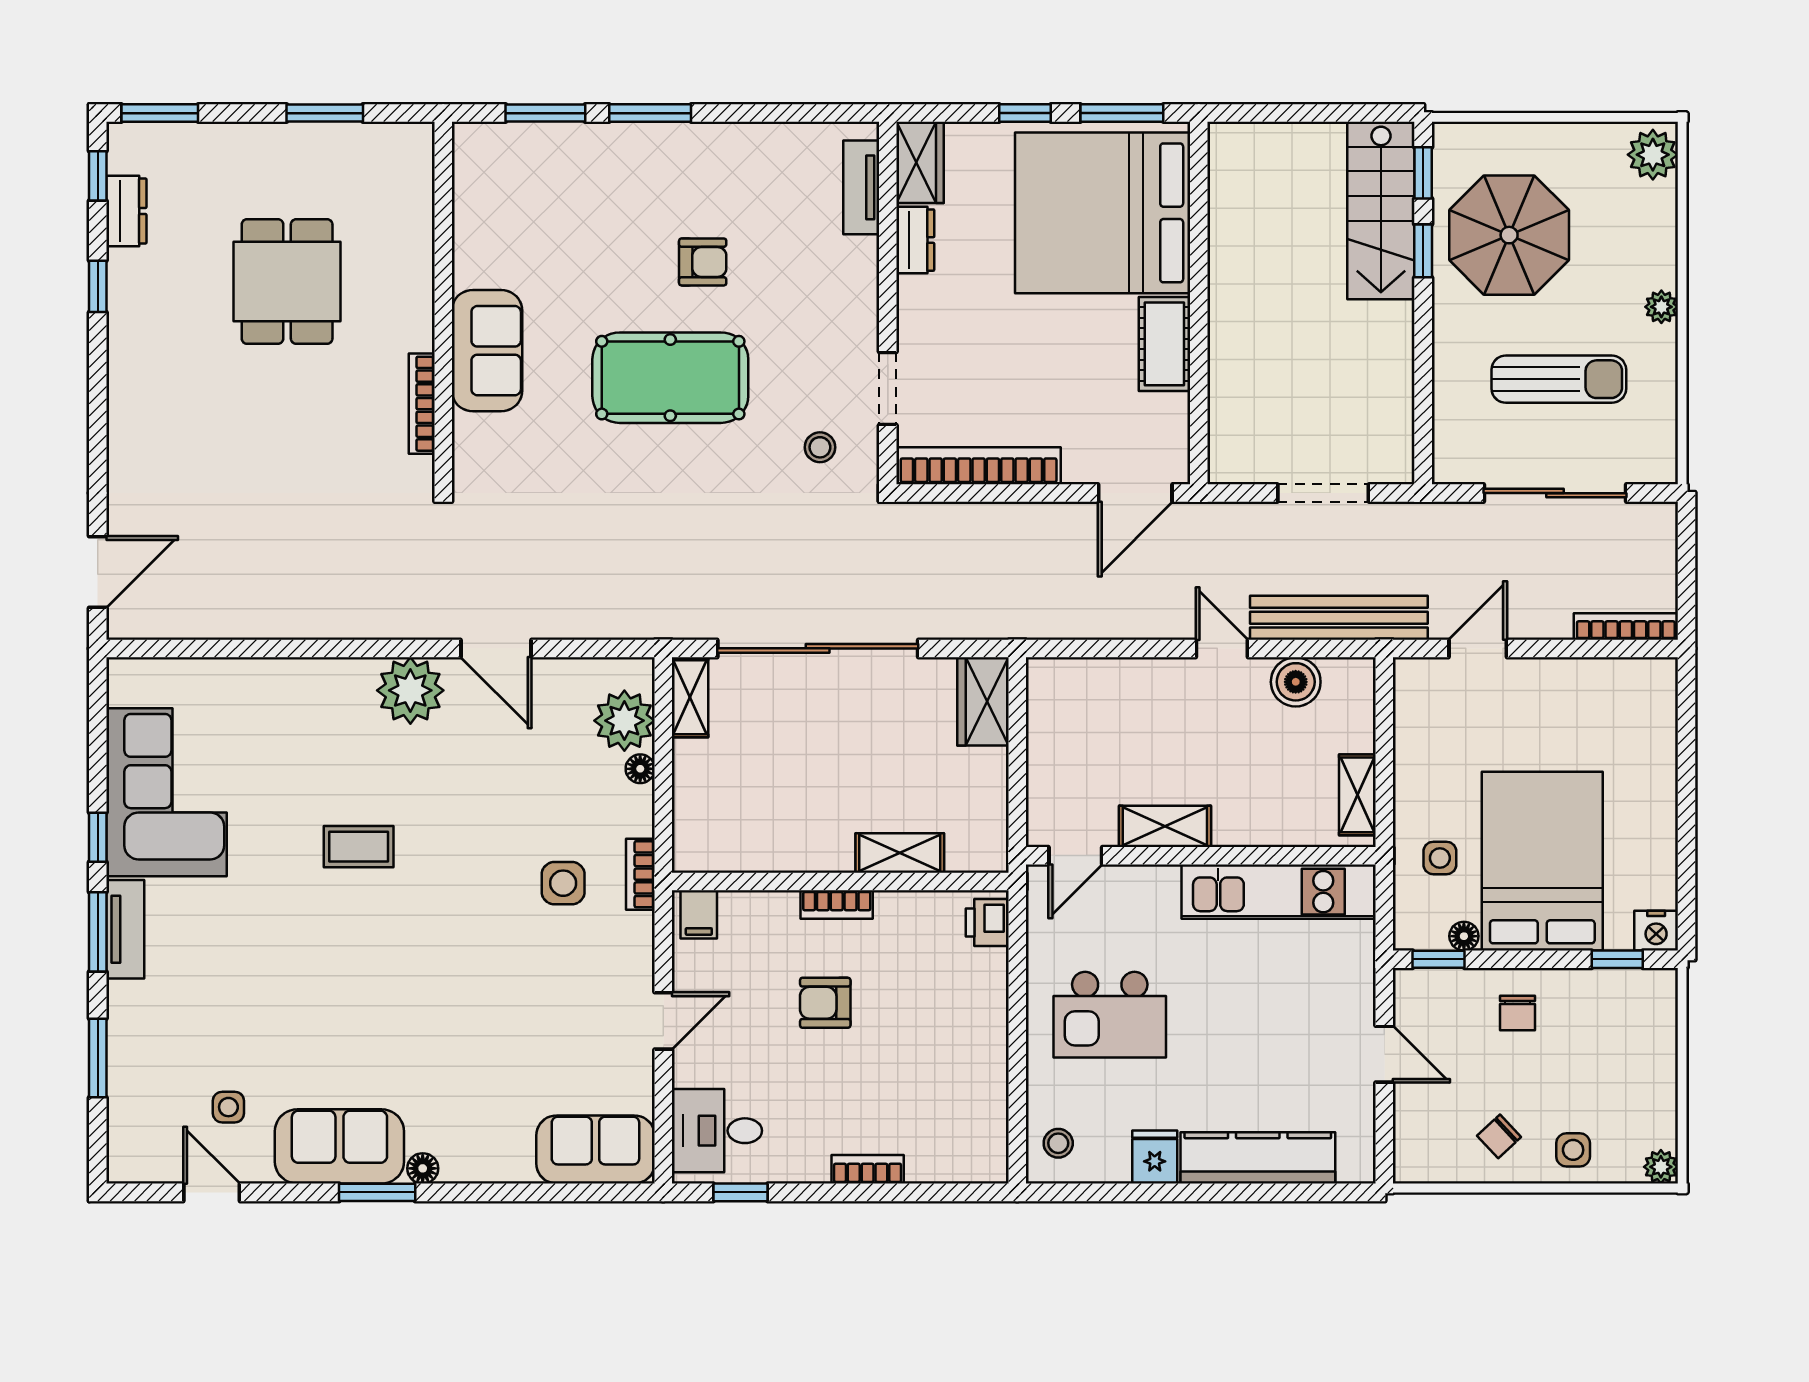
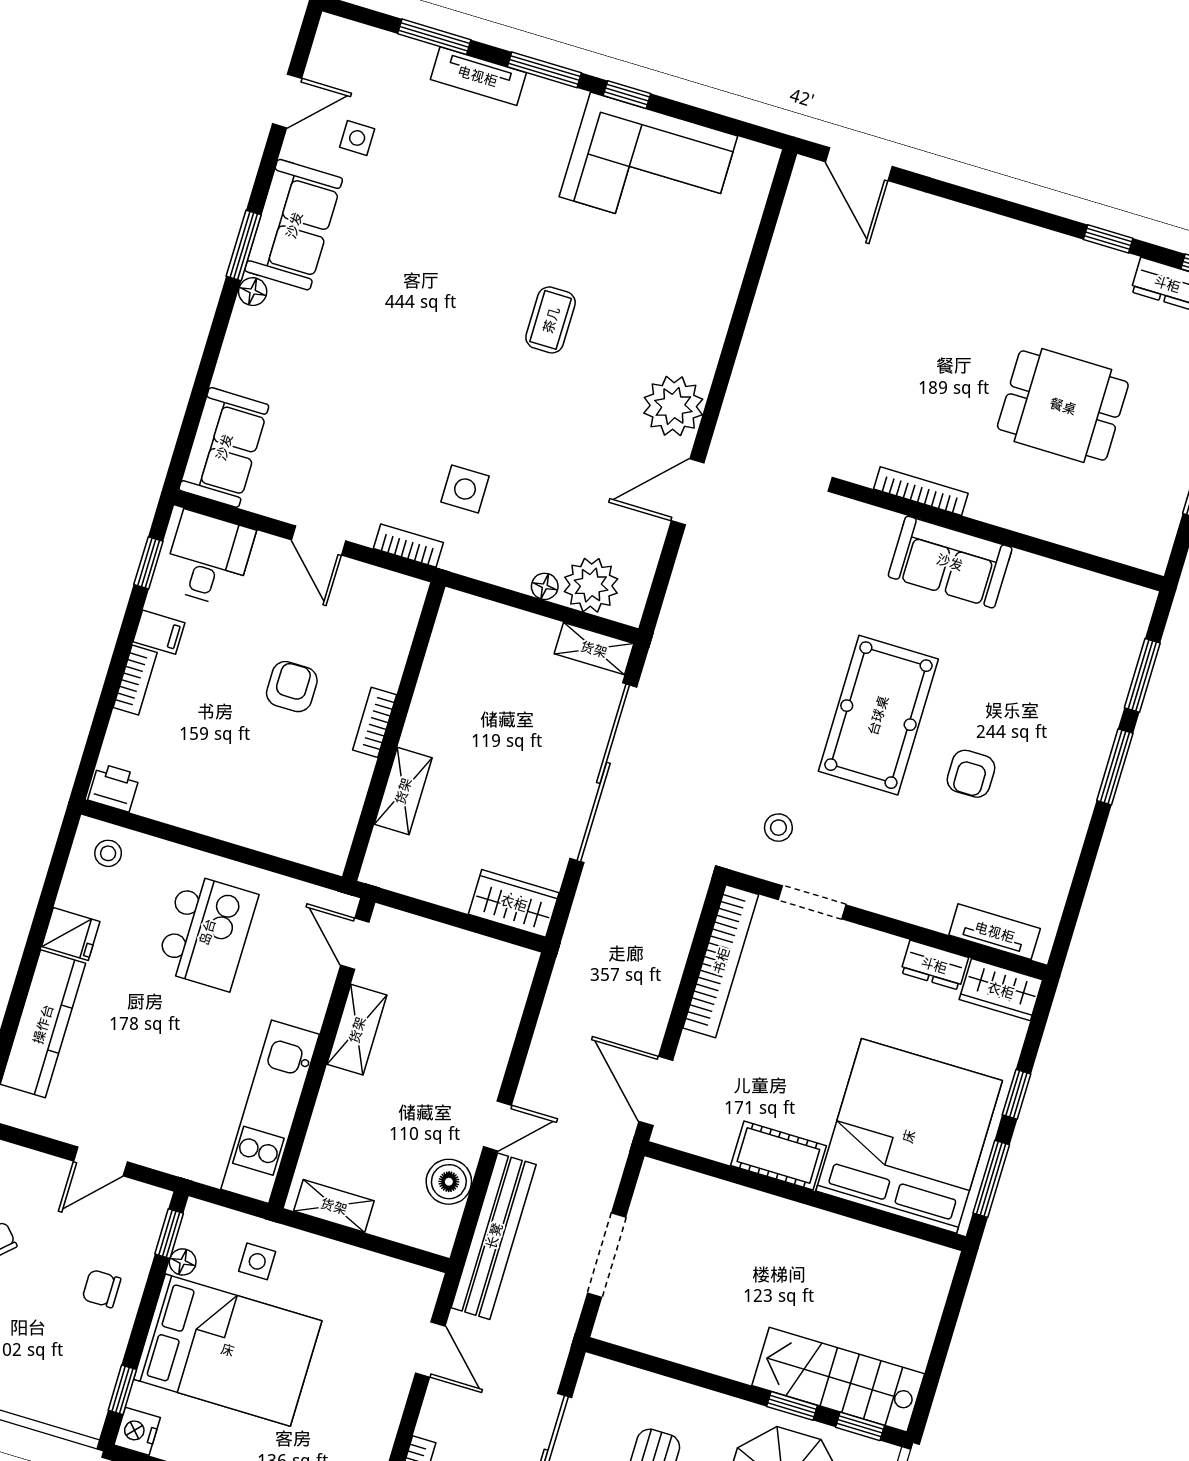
bookcase: (640, 874) -> (408, 546), moved
filing cabinet: (699, 914) -> (159, 632), moved, turned 180
printer: (987, 922) -> (114, 787), moved
tv unit: (125, 929) -> (478, 76), moved
kitchen island: (1110, 1015) -> (207, 932), turned 180

